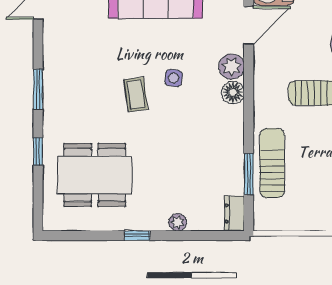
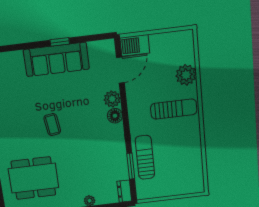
side table: (174, 78) -> (75, 111), removed

